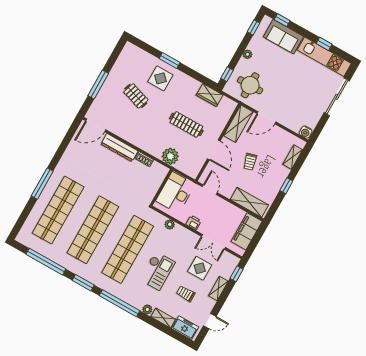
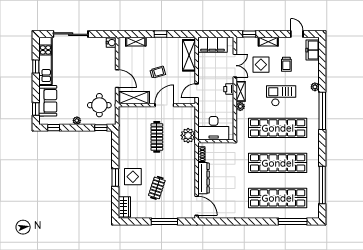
wardrobe: (210, 95) -> (124, 207), moved
window: (42, 184) -> (293, 222), moved
wall: (161, 187) -> (216, 141), moved
desk: (176, 193) -> (214, 128), moved
window: (83, 283) -> (322, 147), removed
shelving: (163, 318) -> (241, 91), moved

